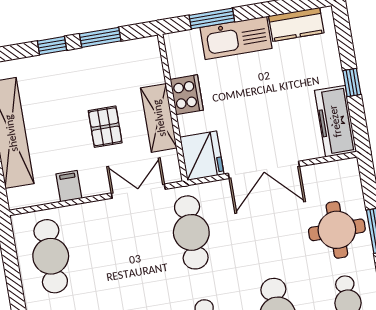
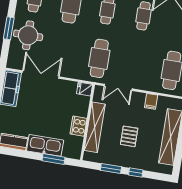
shelving: (159, 118) -> (95, 127), width x1.47
pallet: (105, 127) -> (129, 136), moved
fridge: (202, 156) -> (85, 89), width x0.53, depth x0.75
double door: (264, 170) -> (41, 75), moved

